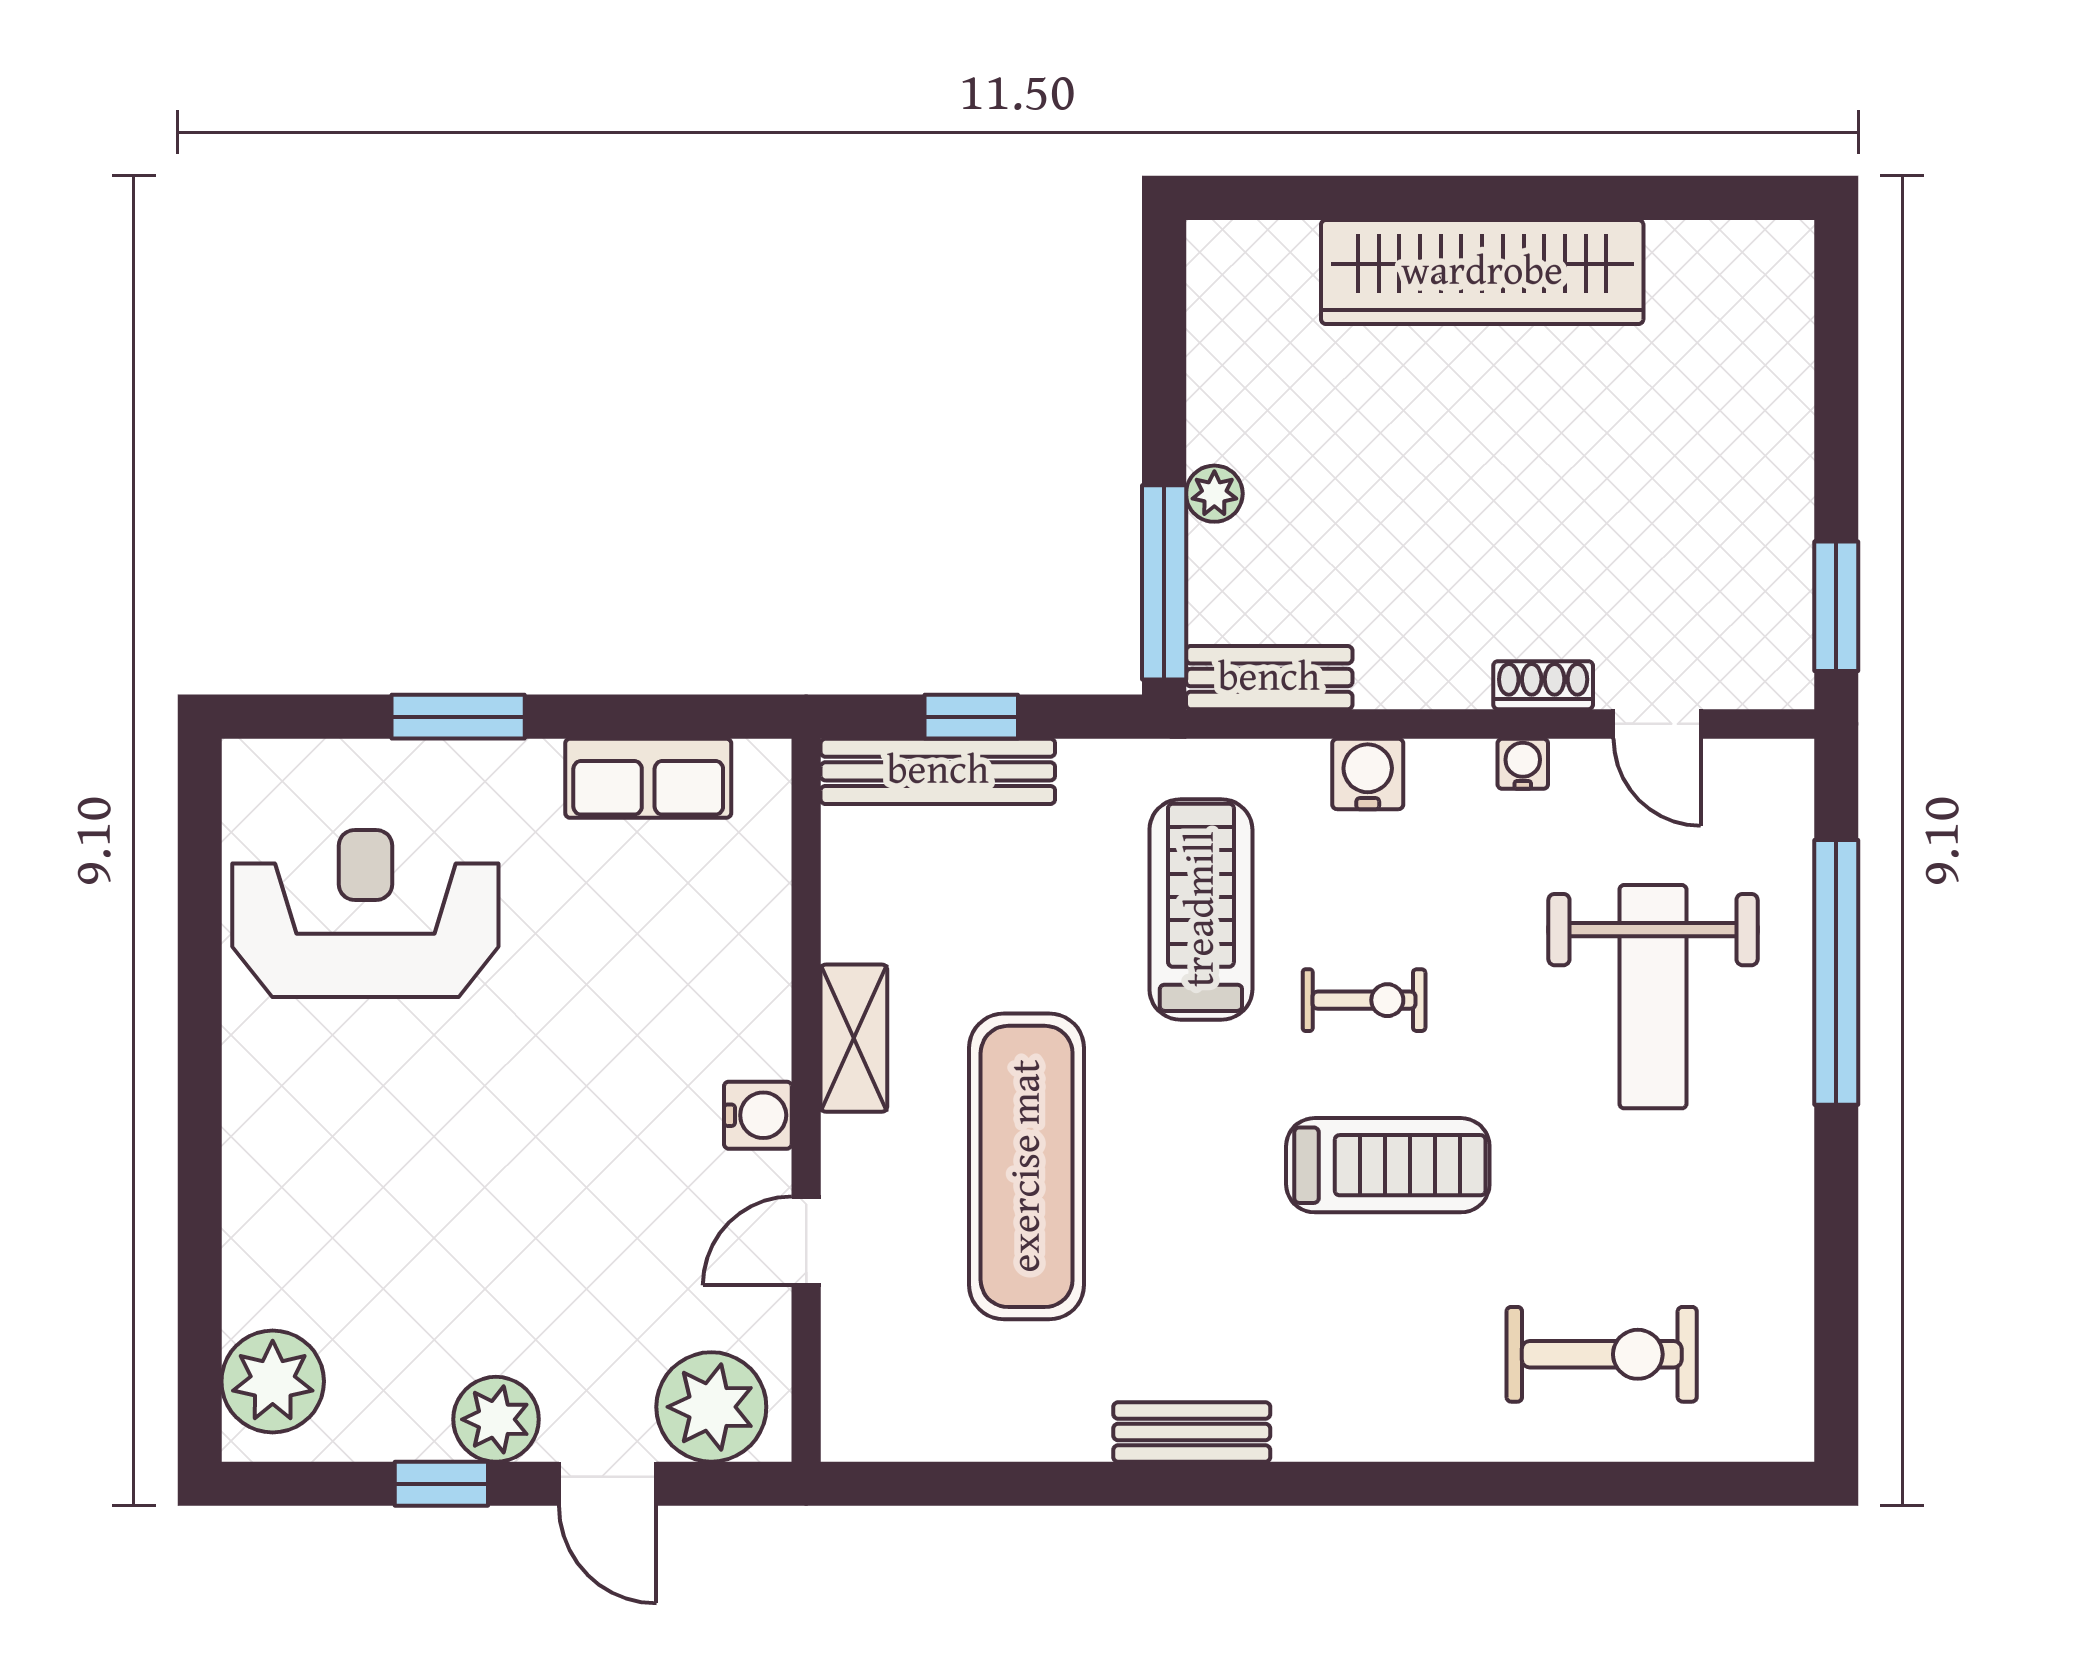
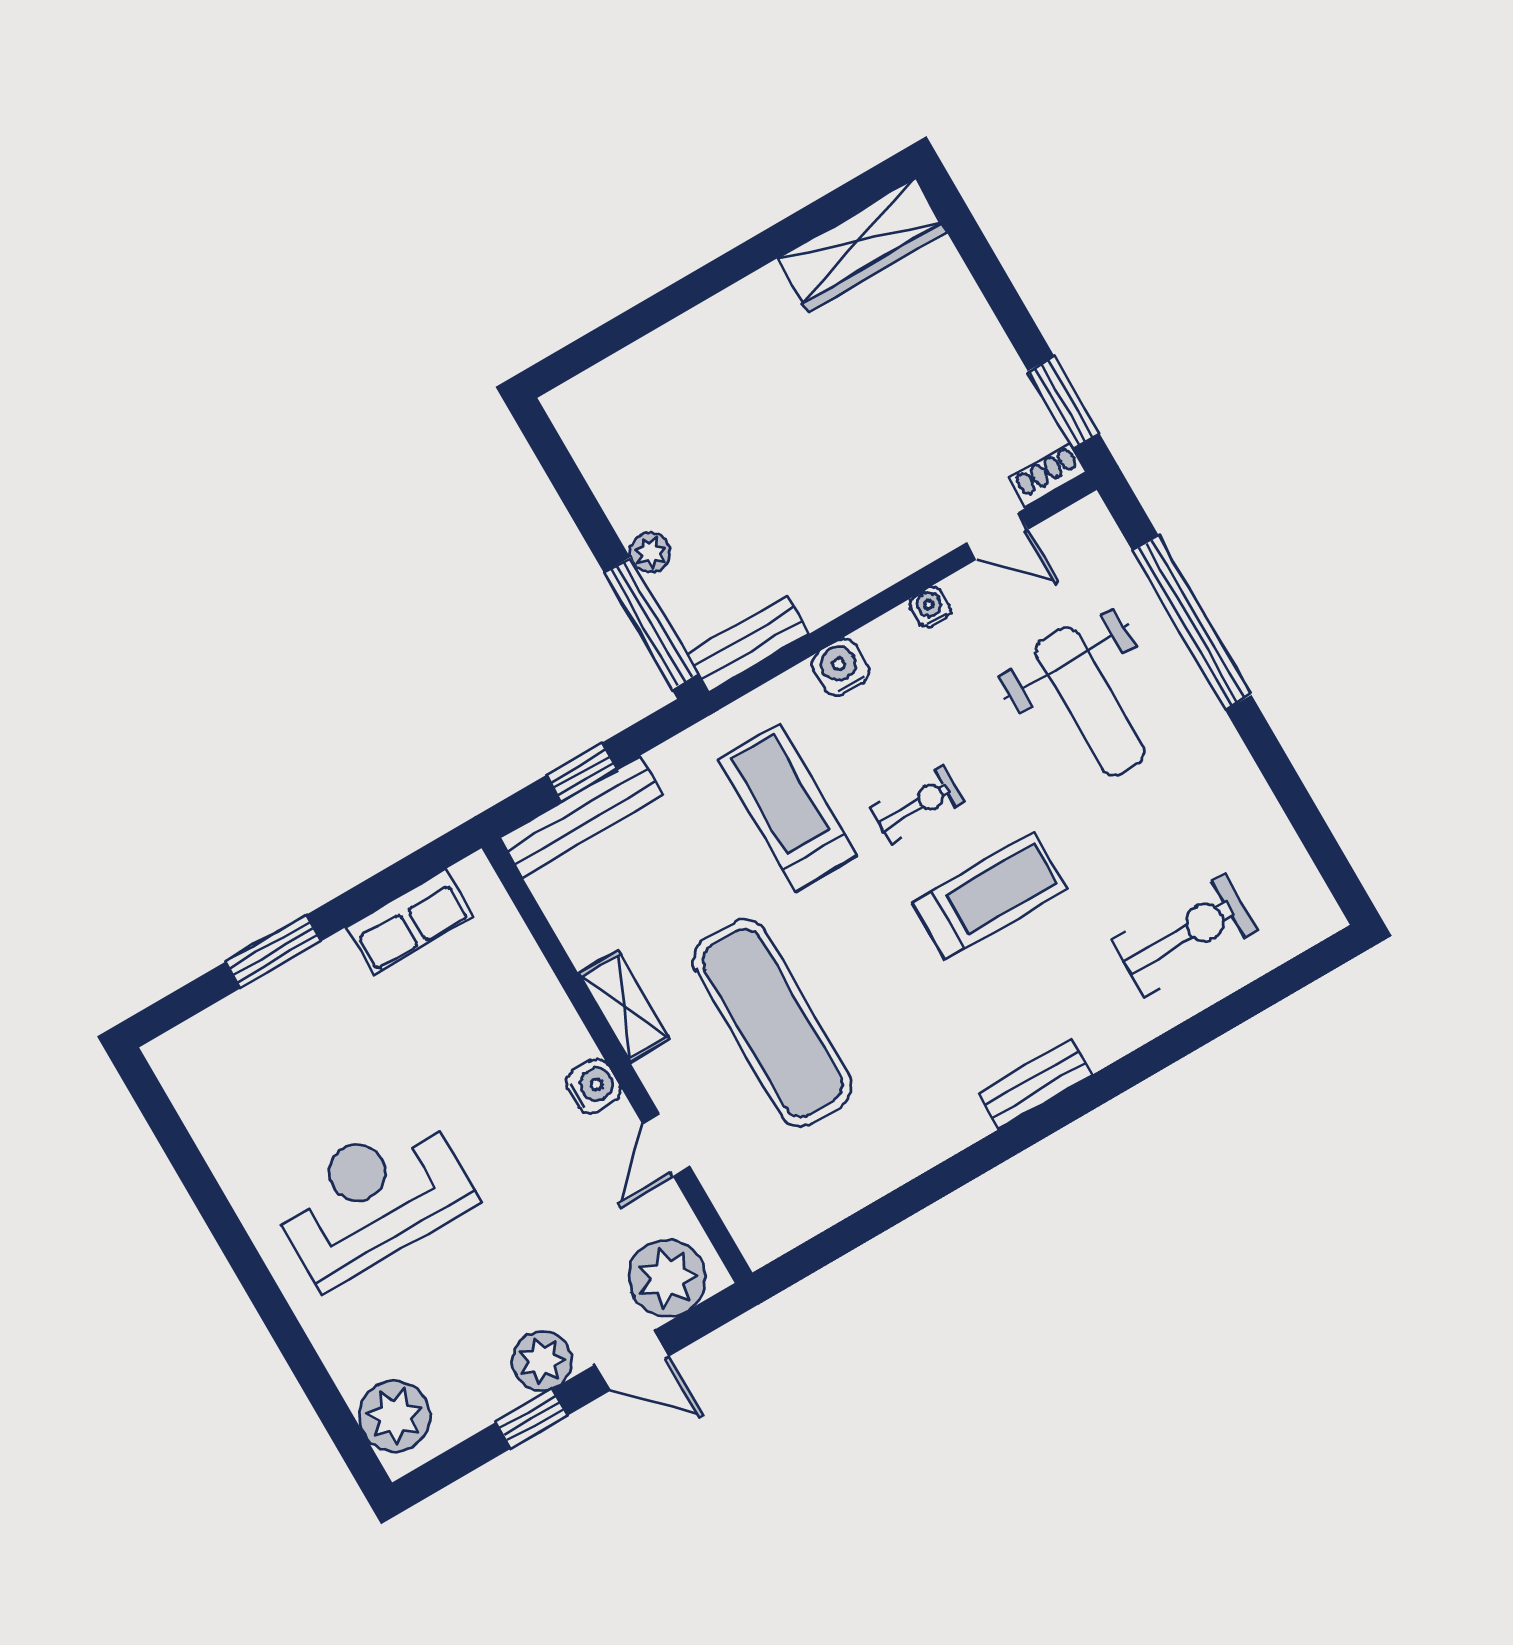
wardrobe: (1482, 272) -> (862, 245), moved, width x0.71, depth x0.85
shoe rack: (1543, 685) -> (1048, 475), moved
reception desk: (365, 913) -> (373, 1199), moved
bench: (1192, 1432) -> (1035, 1084), moved

